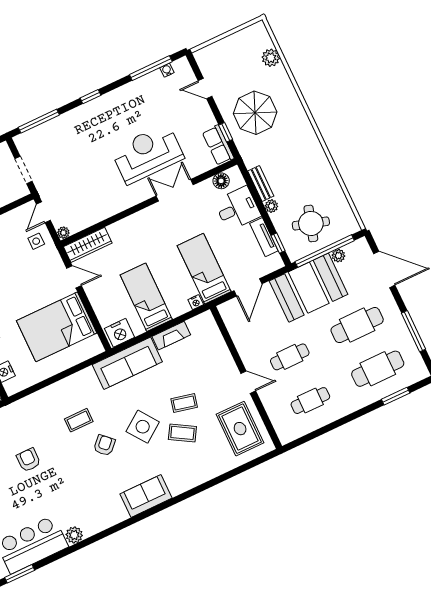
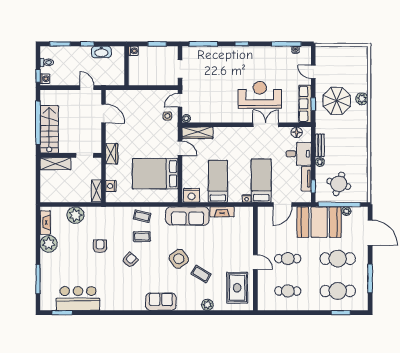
plant: (271, 58) -> (362, 99), moved
row of seats: (218, 145) -> (305, 104), width x1.48
coffee table: (184, 403) -> (142, 216), moved
armchair: (104, 445) -> (130, 260), moved
plant: (74, 535) -> (207, 305), moved

